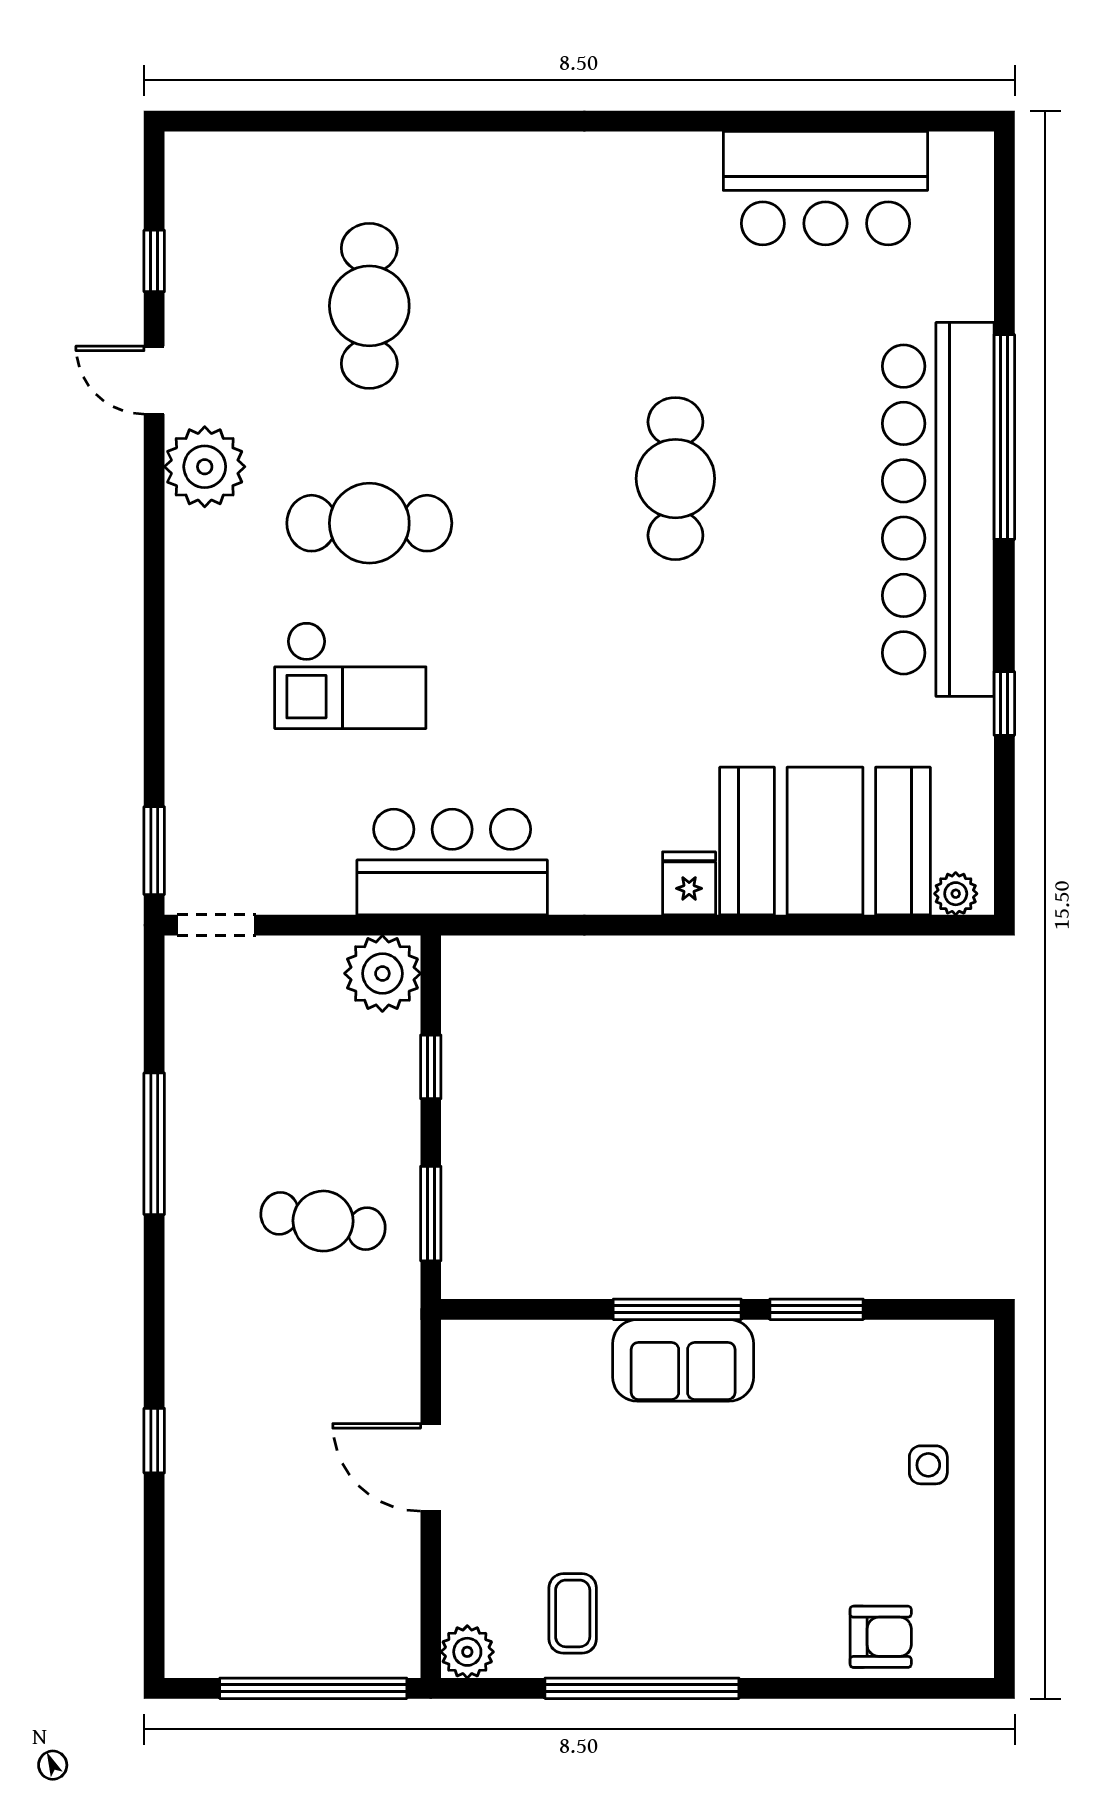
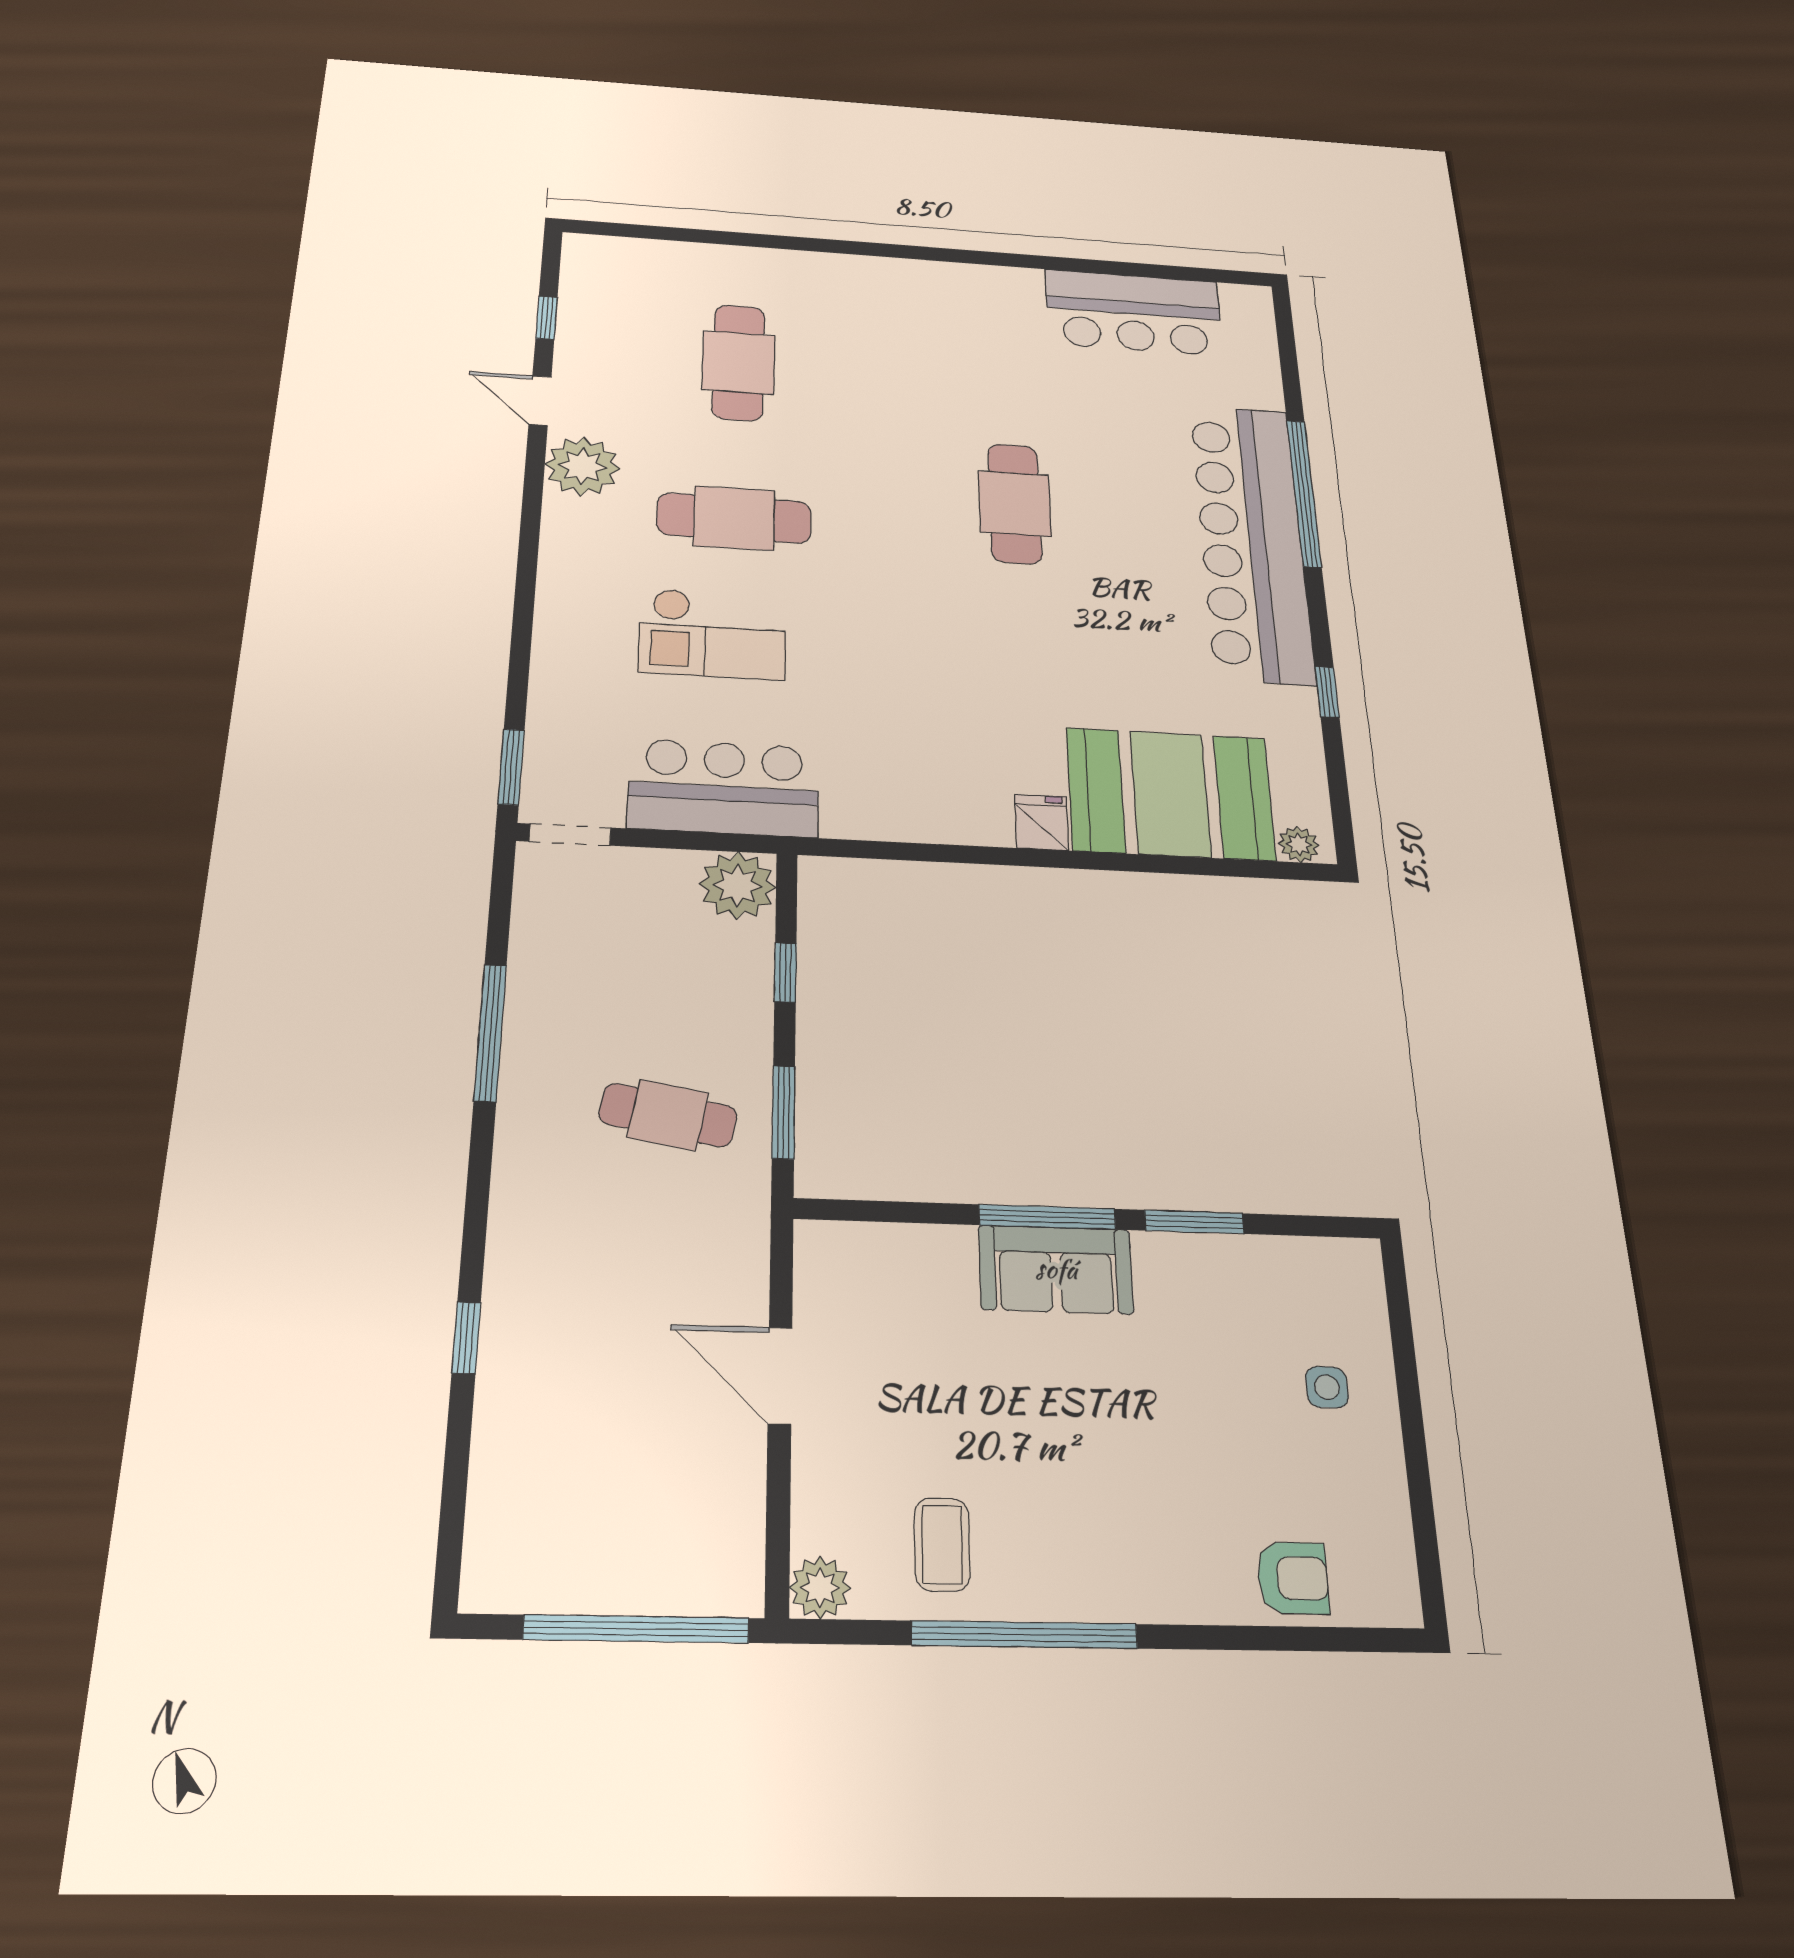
bar counter: (452, 862) -> (724, 788), moved

